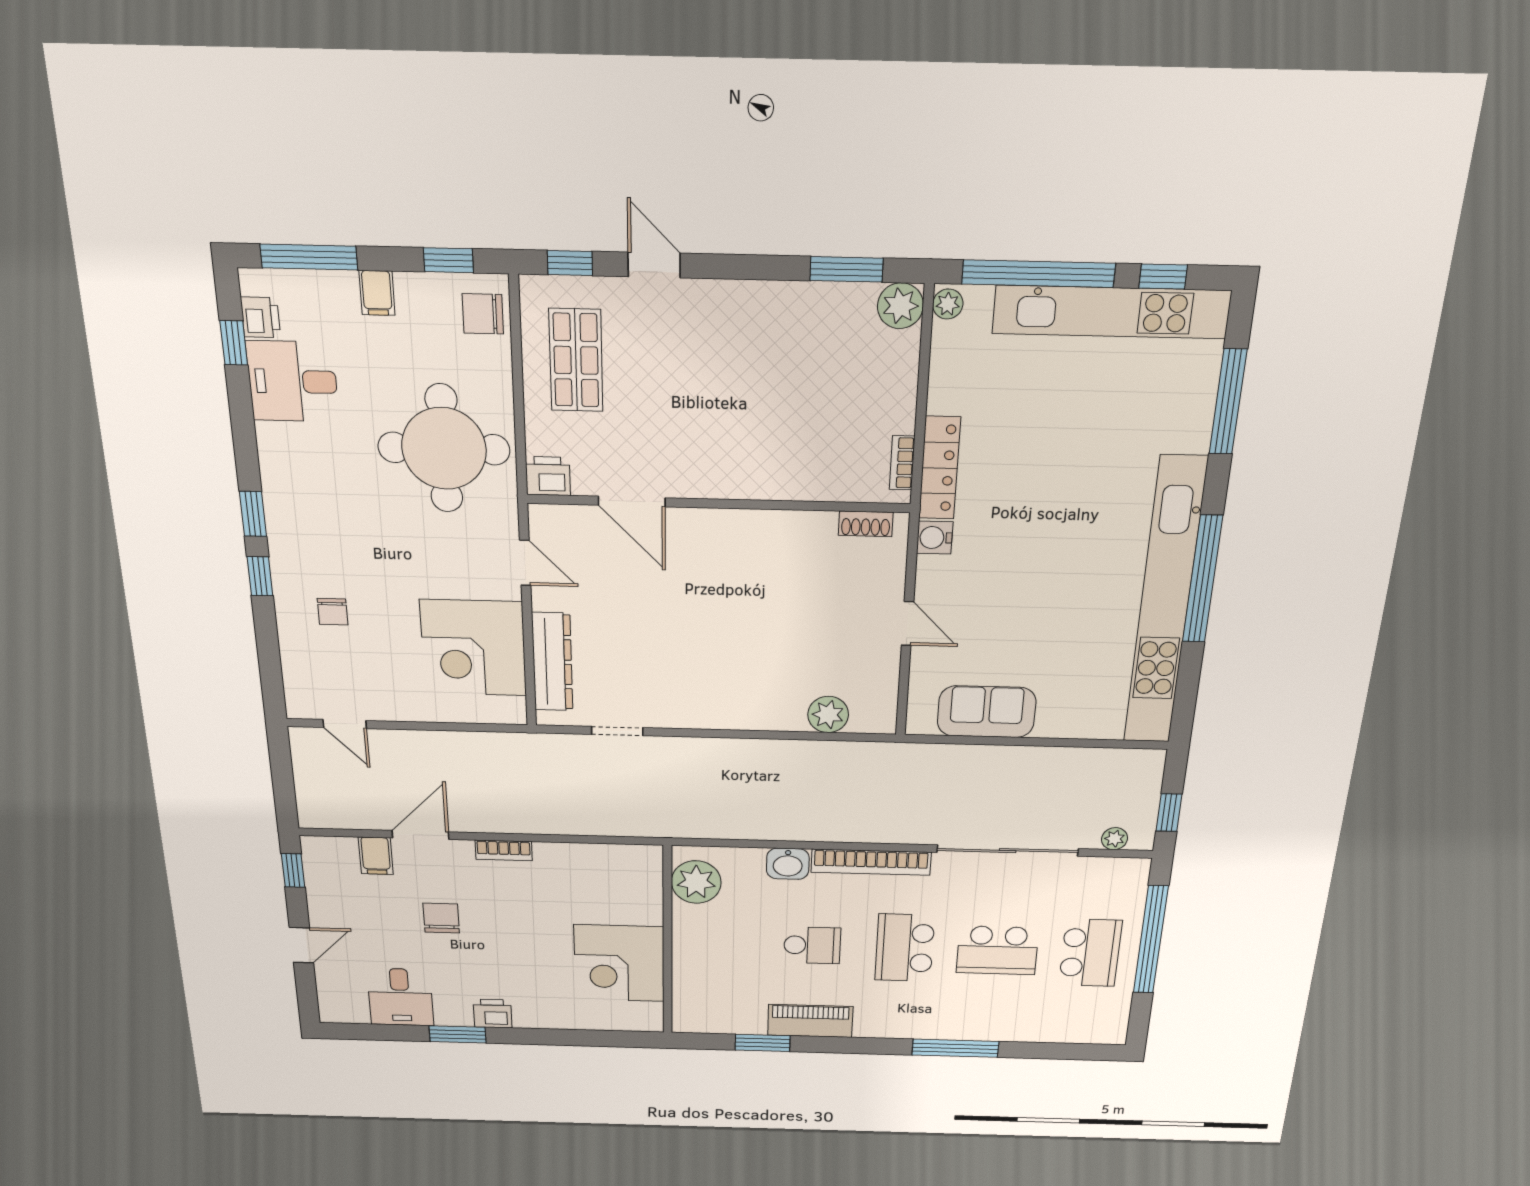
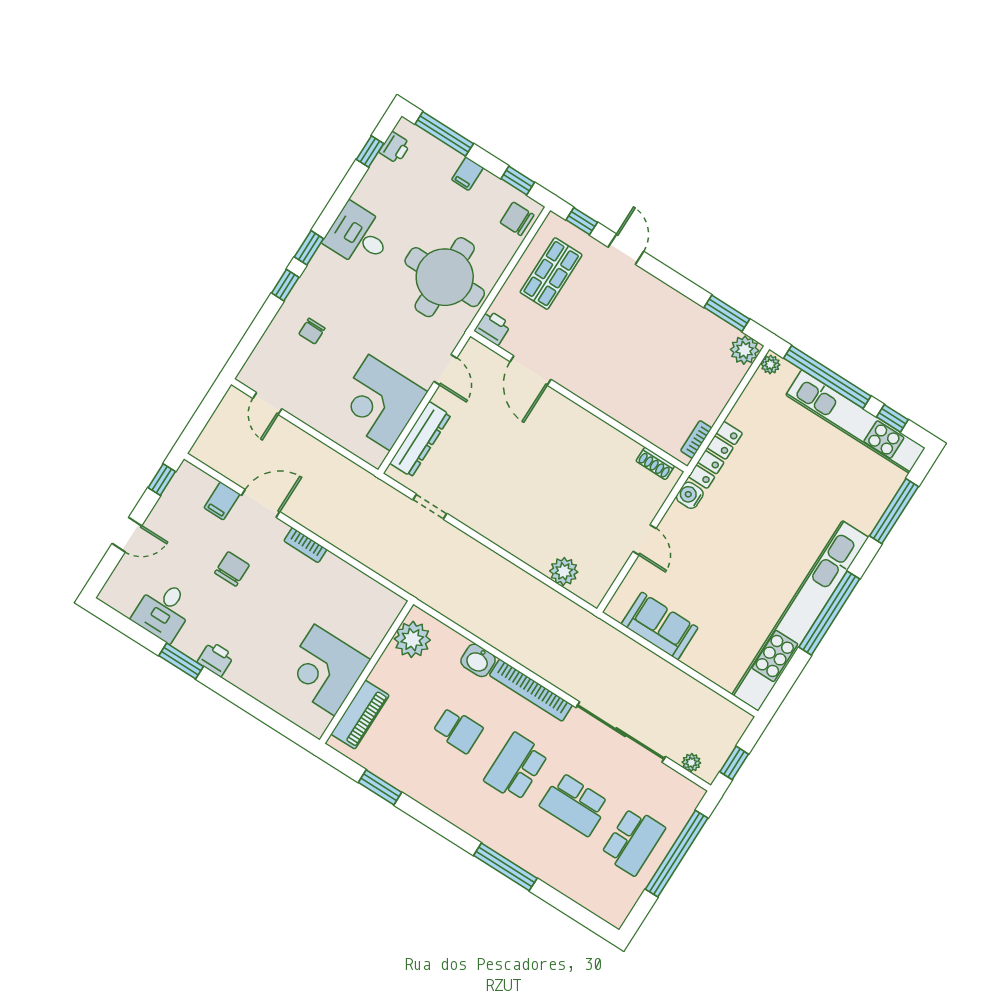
desk: (293, 381) -> (358, 236), moved
piano: (810, 1021) -> (360, 715), moved, turned 90

